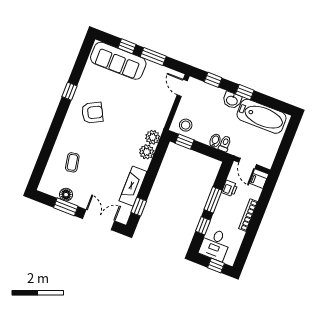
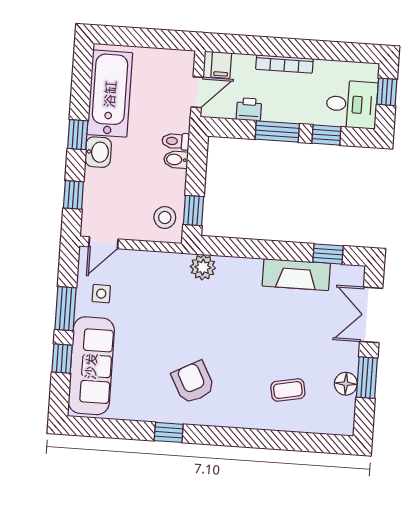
side table: (155, 78) -> (101, 294), added
plant: (147, 152) -> (231, 270), removed

